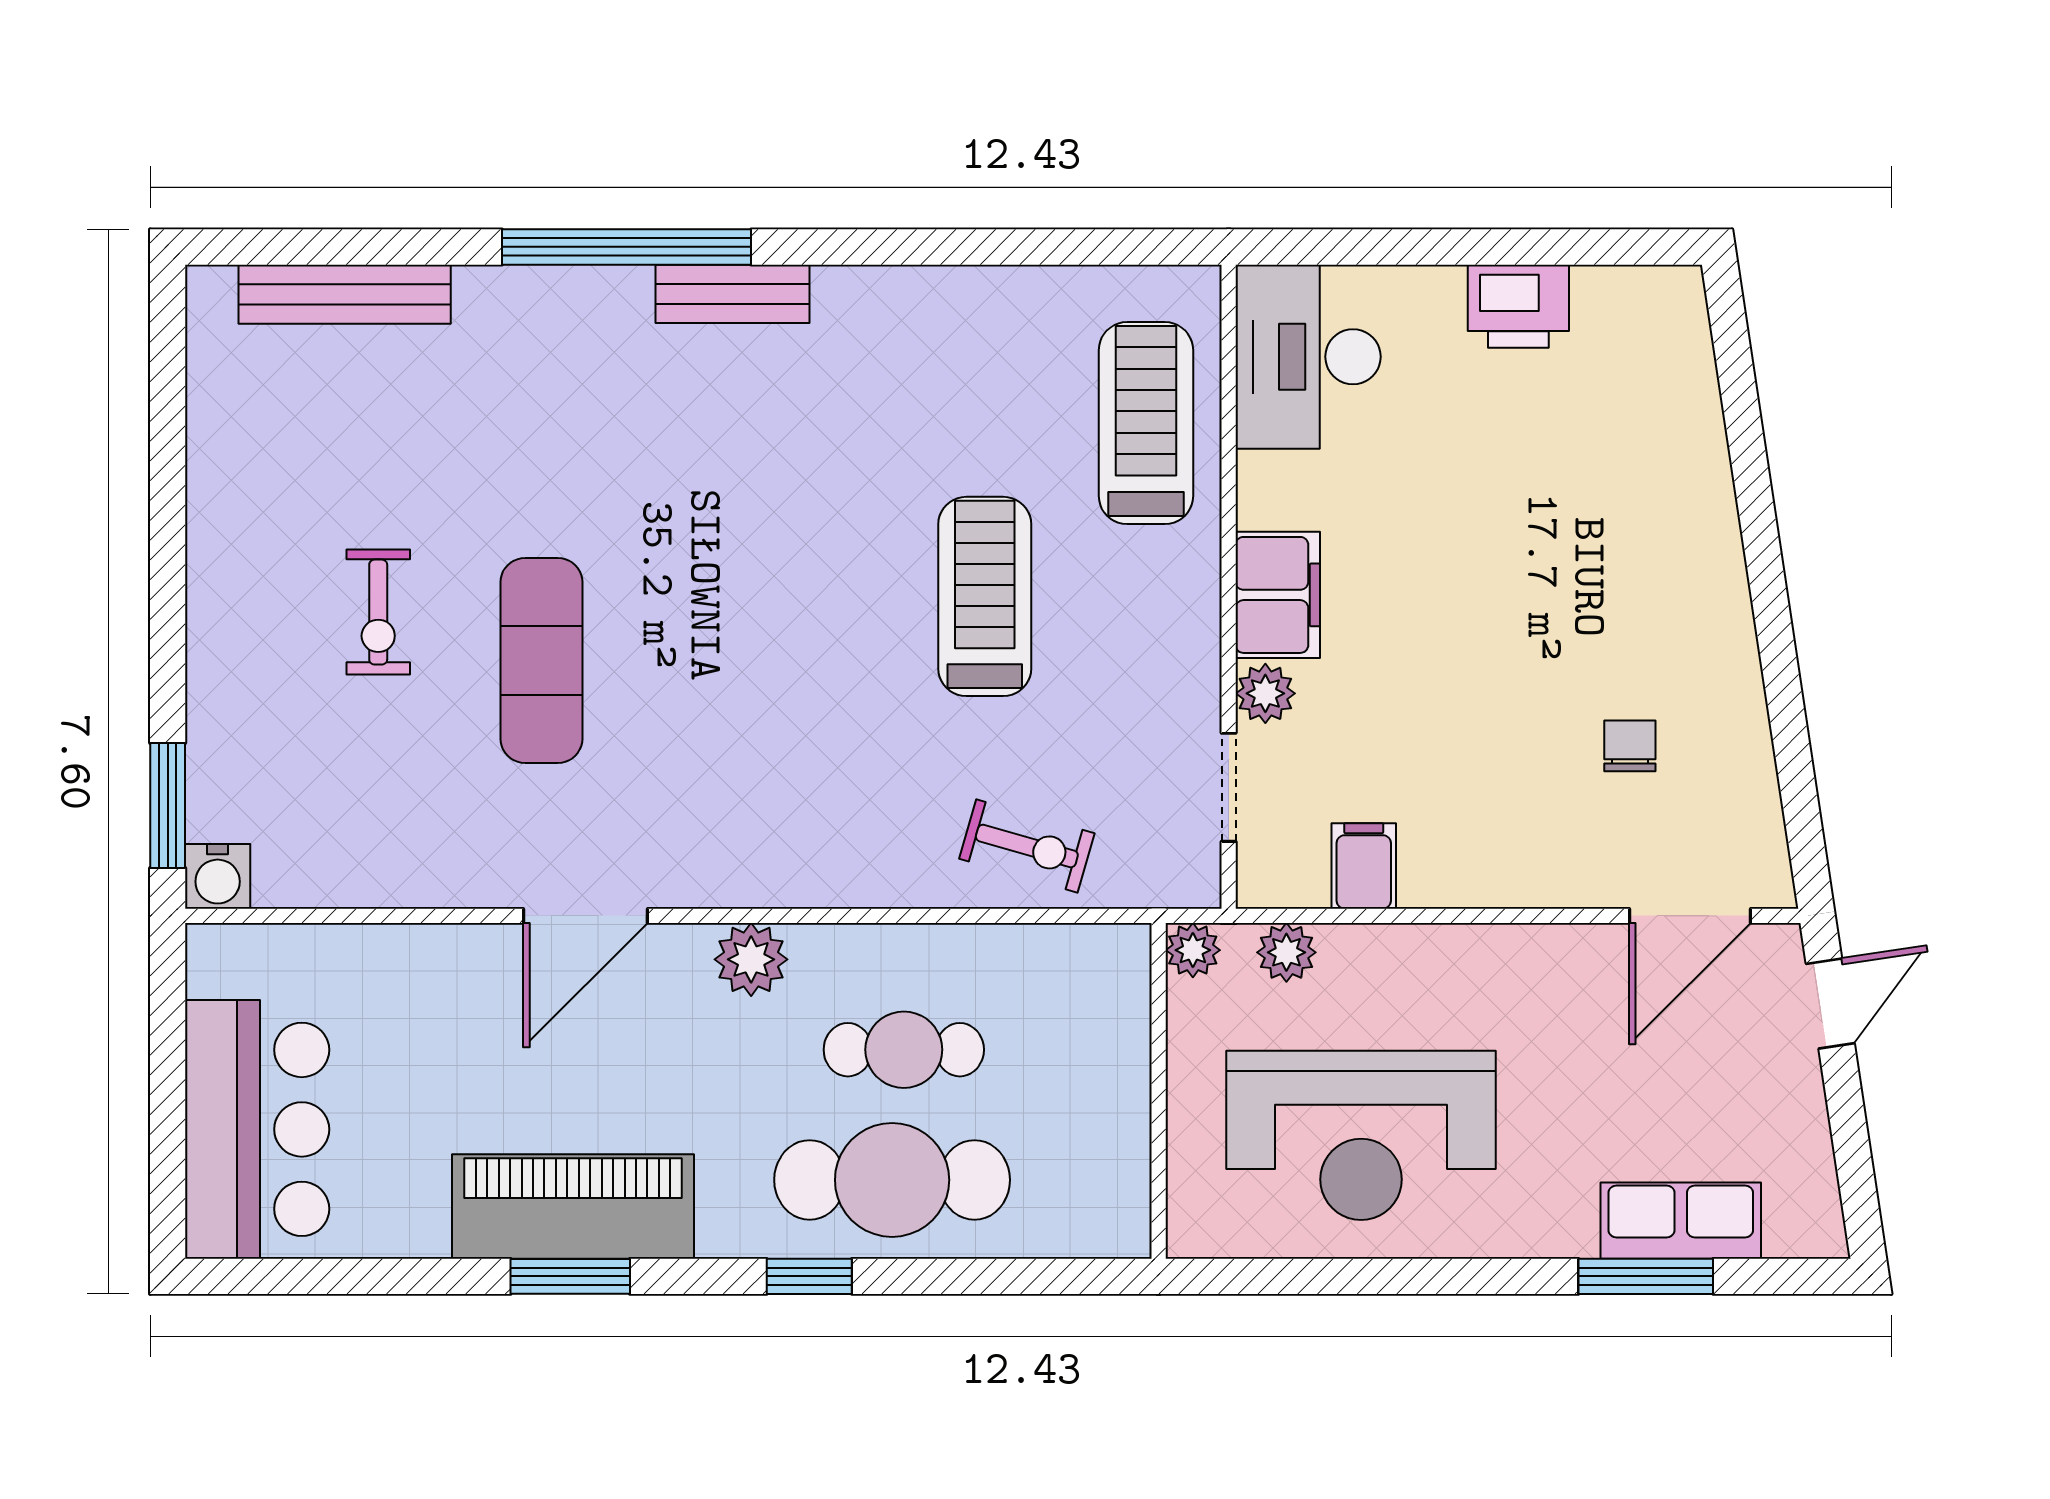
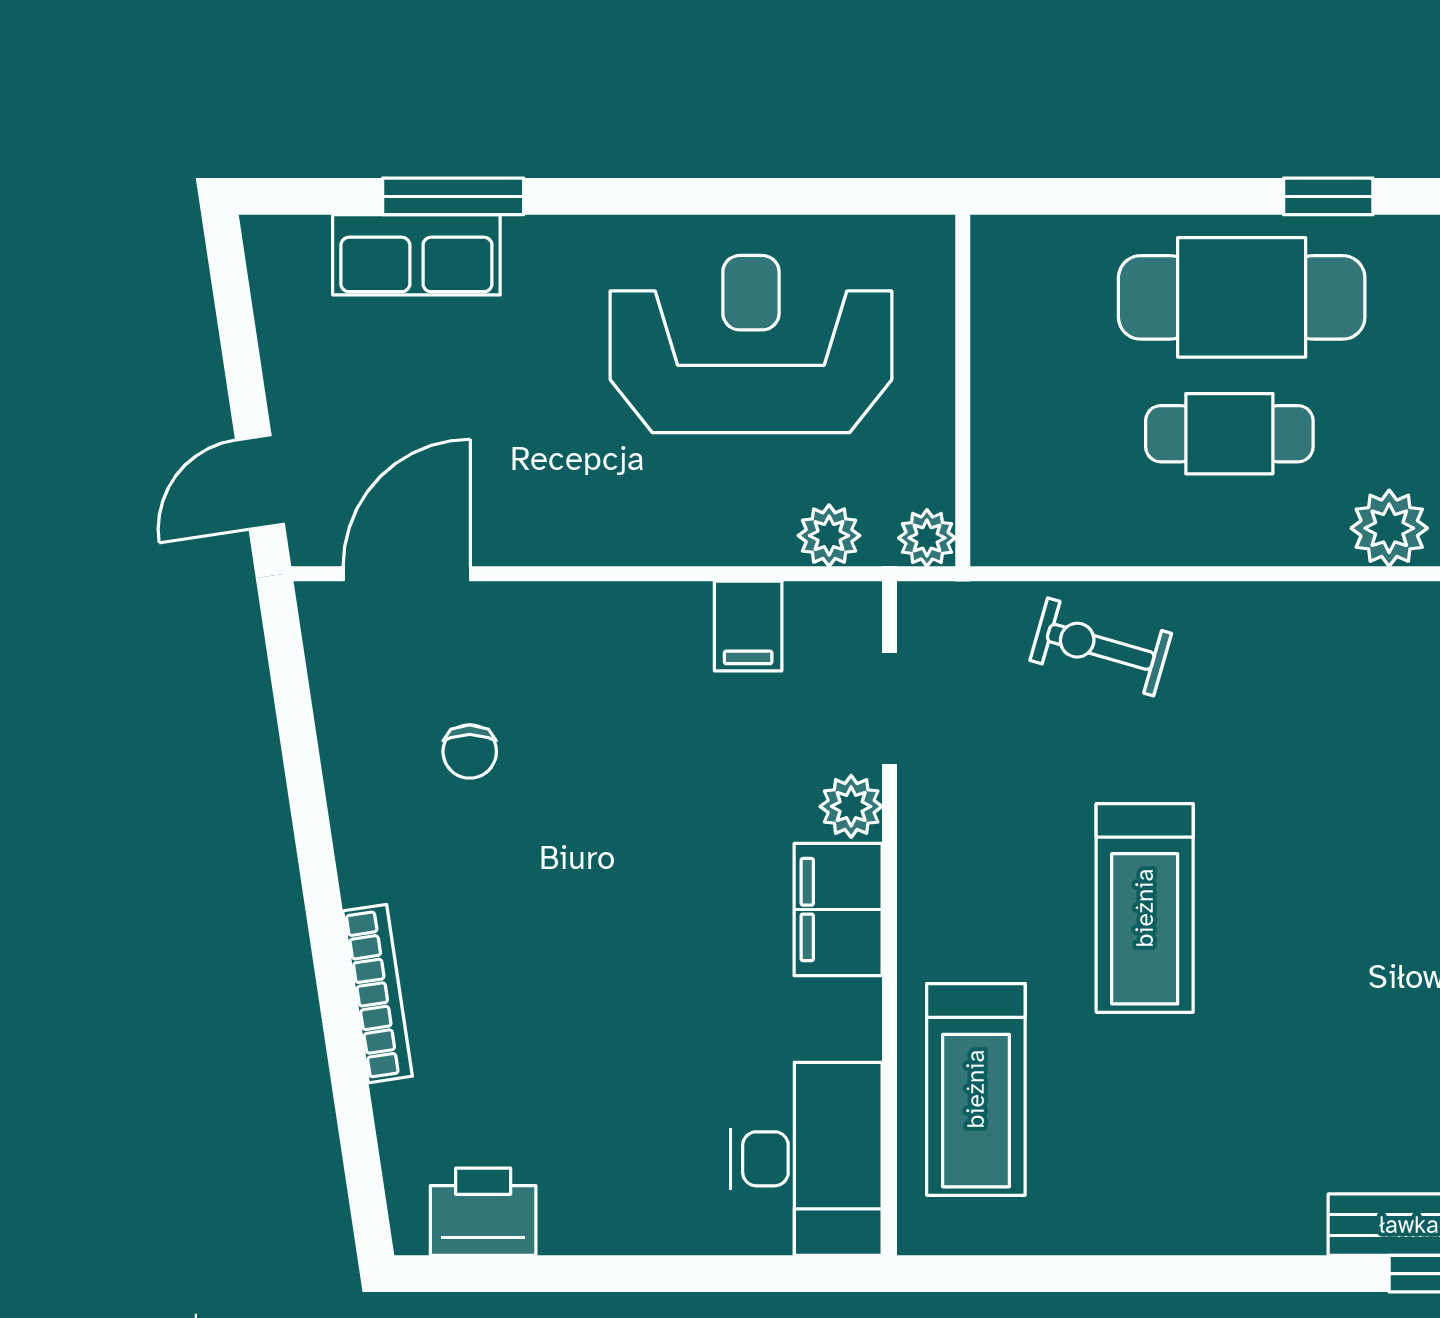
printer: (1518, 306) -> (483, 1212), moved
bookcase: (1718, 515) -> (378, 994), added

